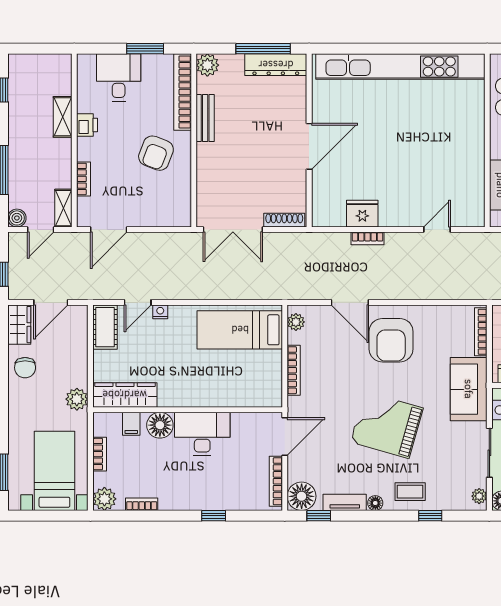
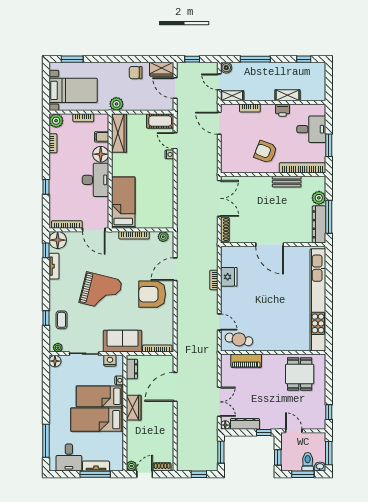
plant: (207, 65) -> (319, 198), moved
cafe table: (466, 197) -> (239, 339), added
double door: (233, 229) -> (219, 198), swing flipped
bed: (240, 330) -> (123, 203), moved
grand piano: (387, 425) -> (101, 292), turned 88
coffee table: (410, 492) -> (62, 320), moved
floor lamp: (375, 503) -> (54, 285), removed

